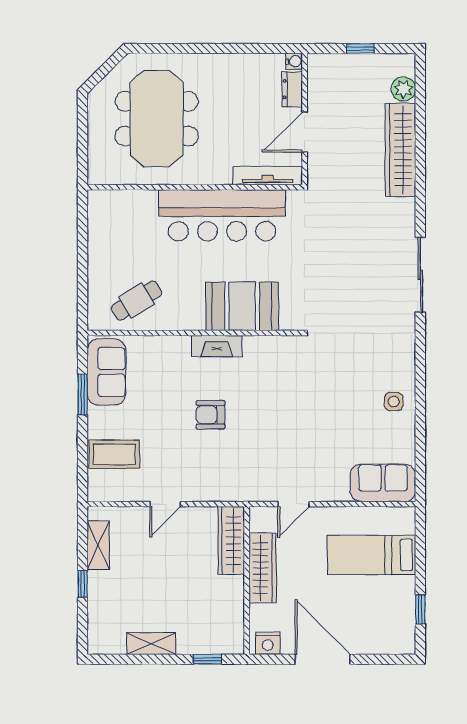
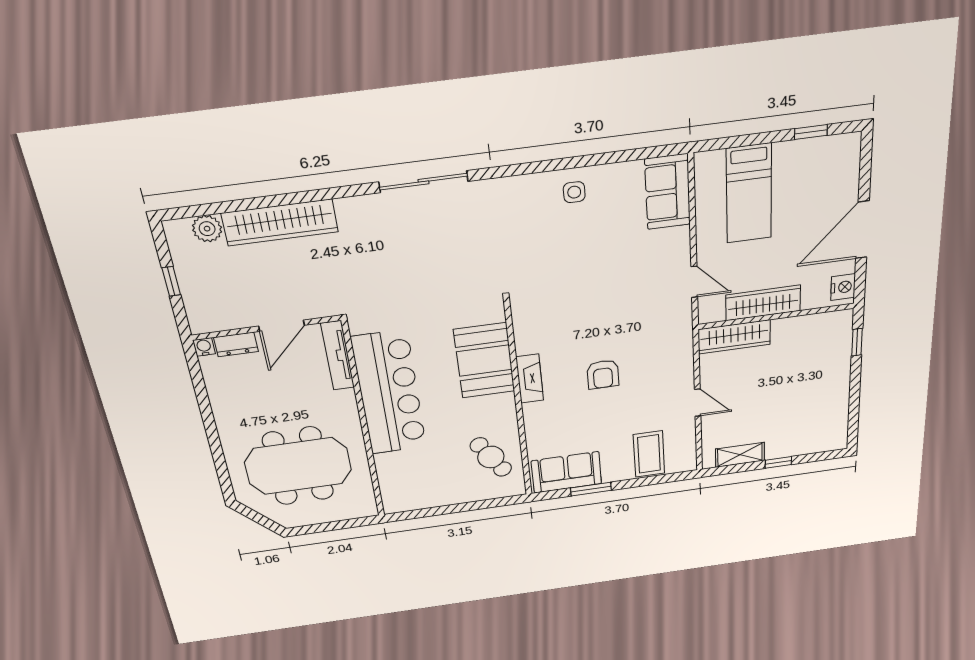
door: (305, 132) -> (282, 326), hinge flipped
shelving: (151, 644) -> (839, 395), removed

